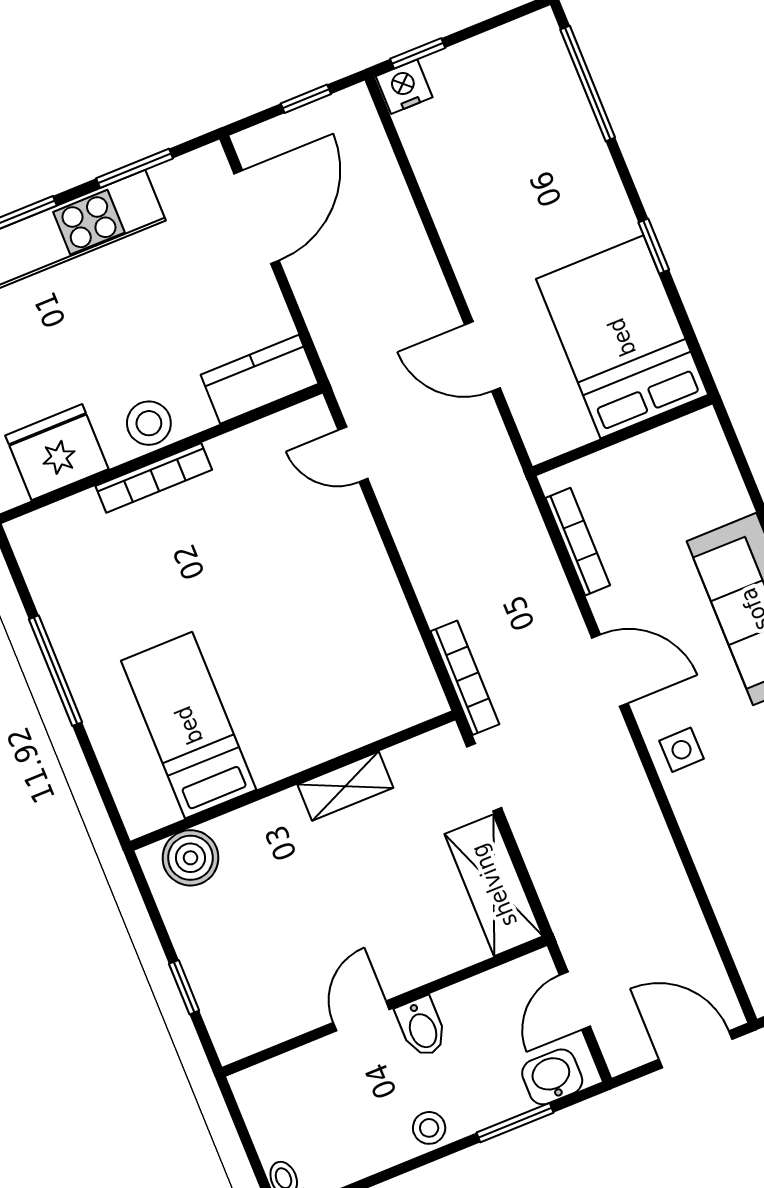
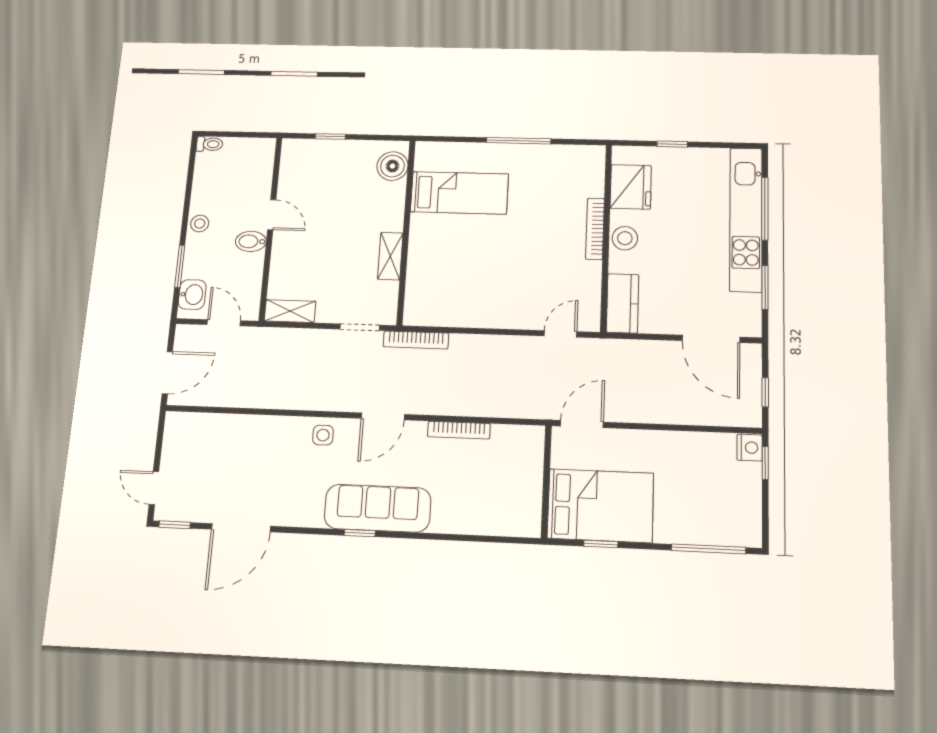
bed: (622, 337) -> (600, 506), moved
wall: (622, 435) -> (546, 481), moved
shelving: (494, 885) -> (290, 311), width x0.67, depth x0.75

